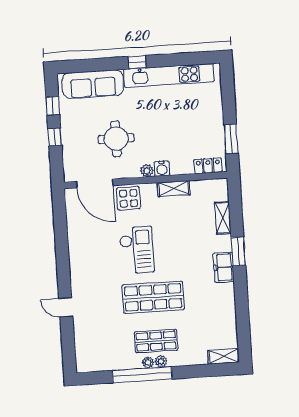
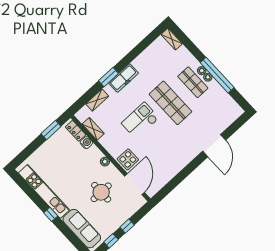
water cooler: (162, 169) -> (86, 143), moved
shelving: (174, 189) -> (93, 129), moved
checkout: (137, 250) -> (140, 121), moved
freezer: (224, 267) -> (124, 78), width x1.40
door: (66, 307) -> (214, 146), width x1.87

